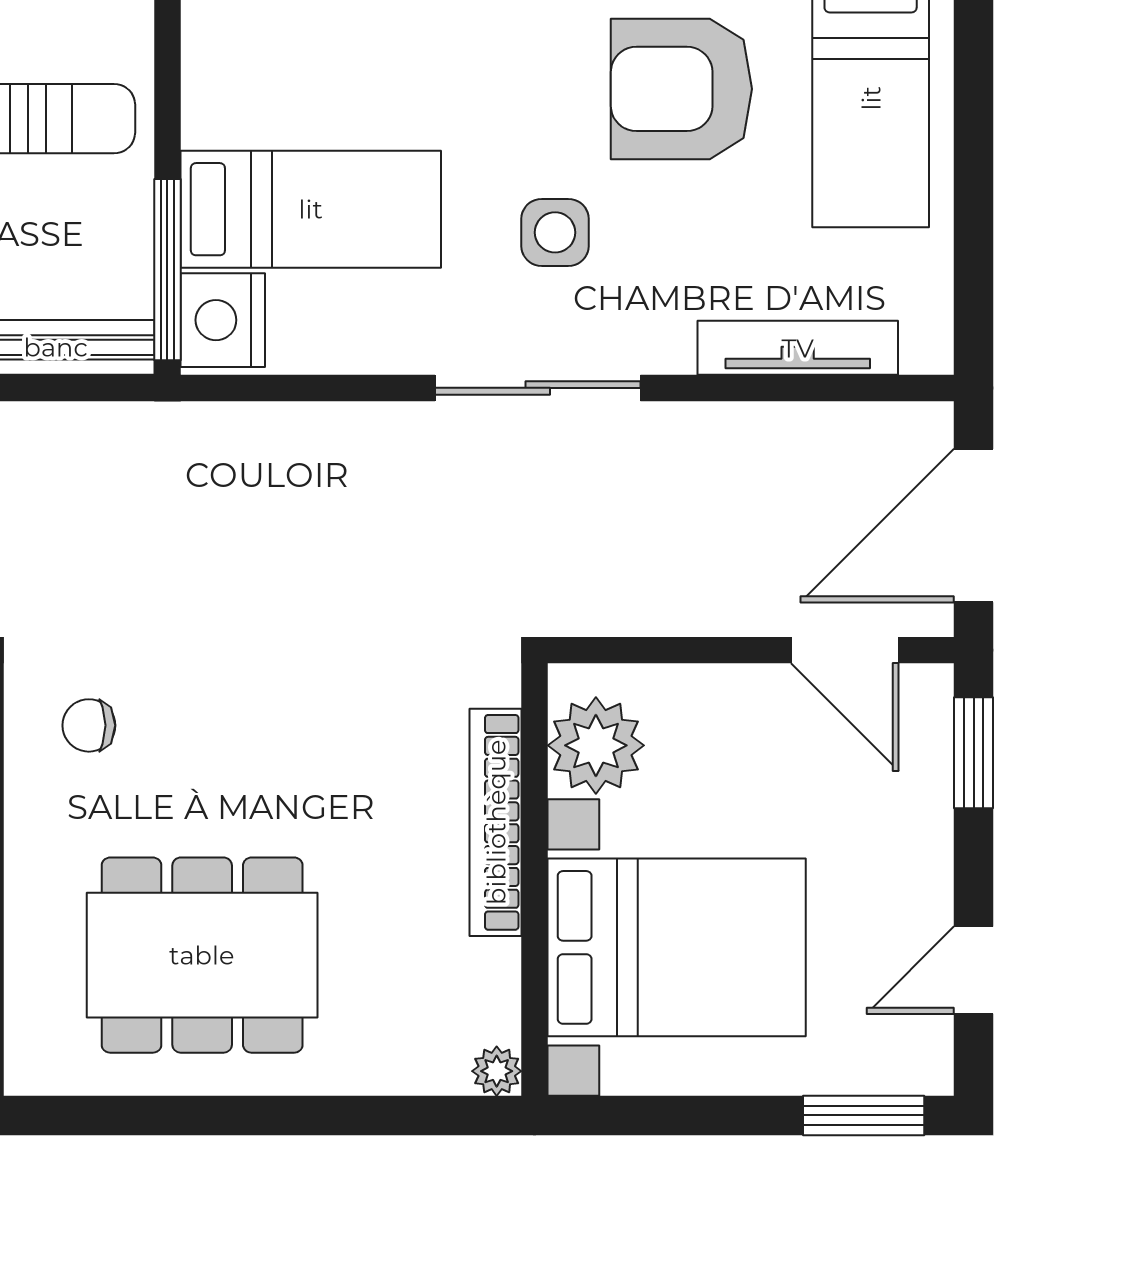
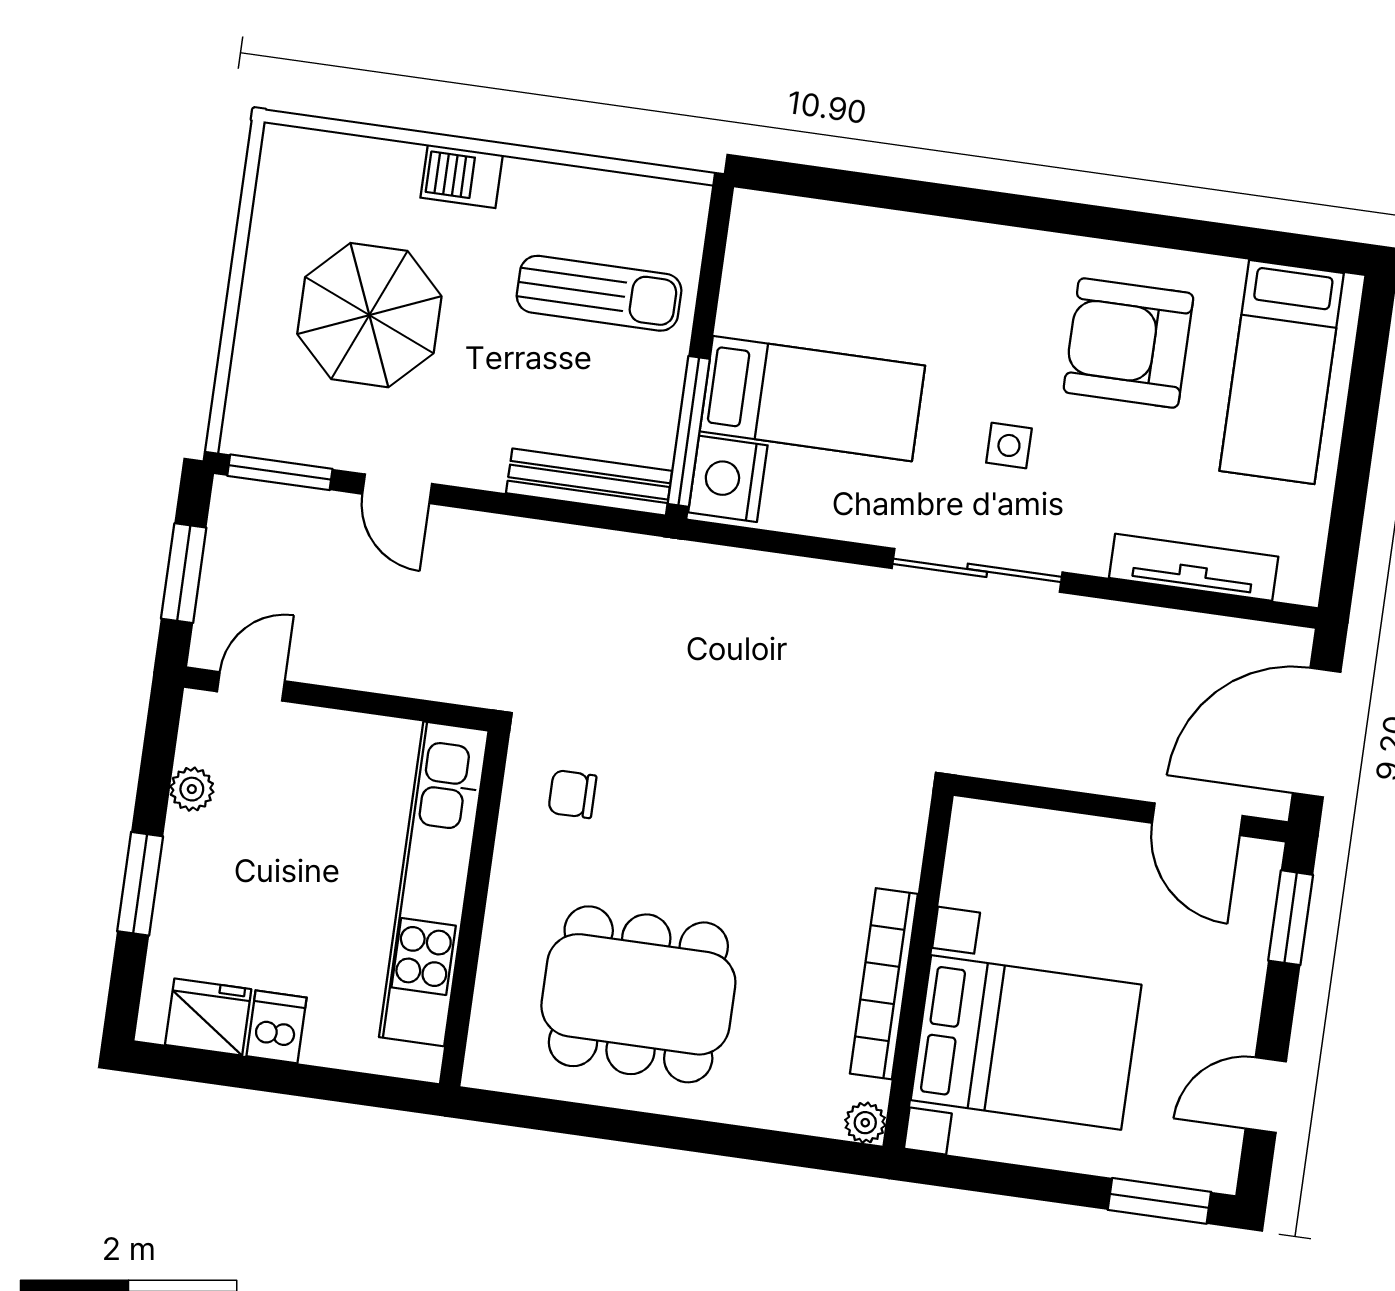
side table: (555, 232) -> (1009, 445), width x0.73, depth x0.73
plant: (596, 745) -> (983, 869), removed
bookcase: (496, 822) -> (884, 984), moved

